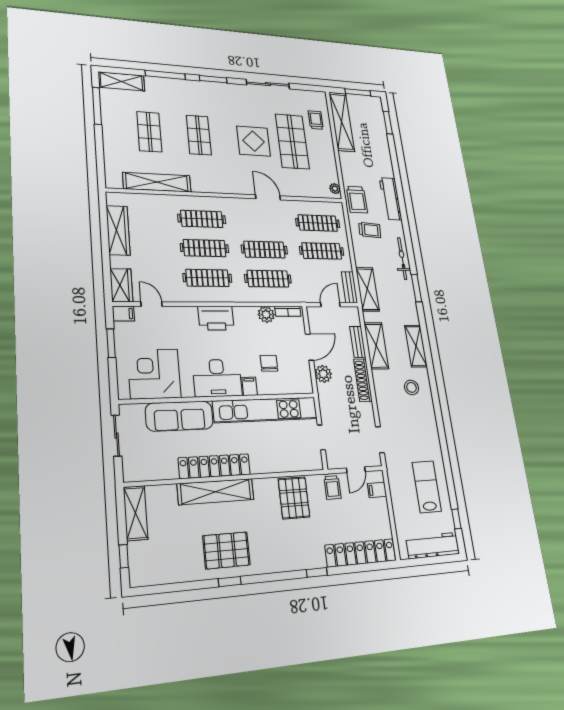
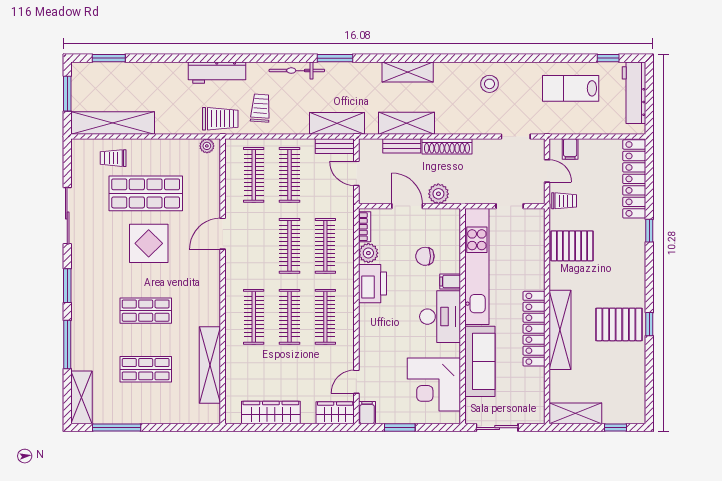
printer: (216, 318) -> (372, 284), moved
stool: (411, 387) -> (490, 84), moved
pallet: (226, 550) -> (619, 324), turned 90

